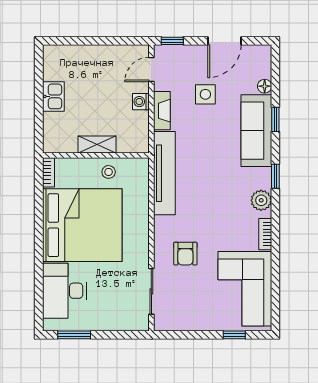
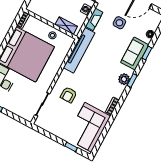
sofa: (256, 131) -> (135, 54), width x0.73
shelving: (97, 145) -> (66, 26), moved
plant: (261, 200) -> (124, 79), moved

